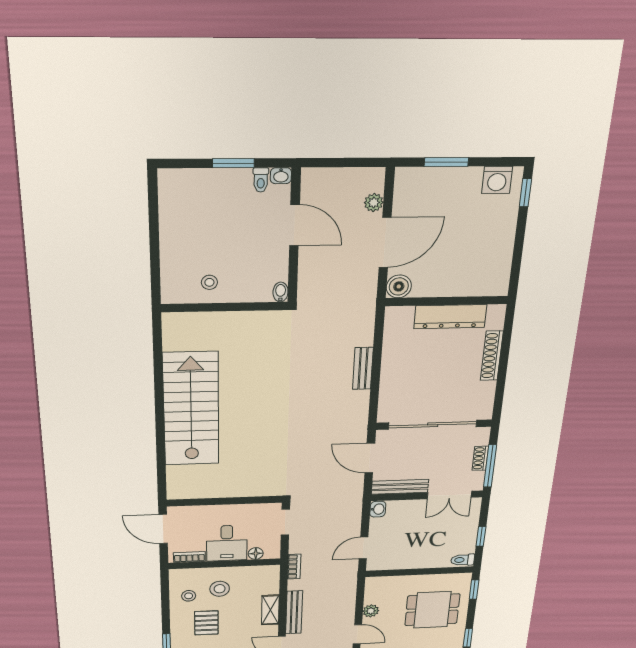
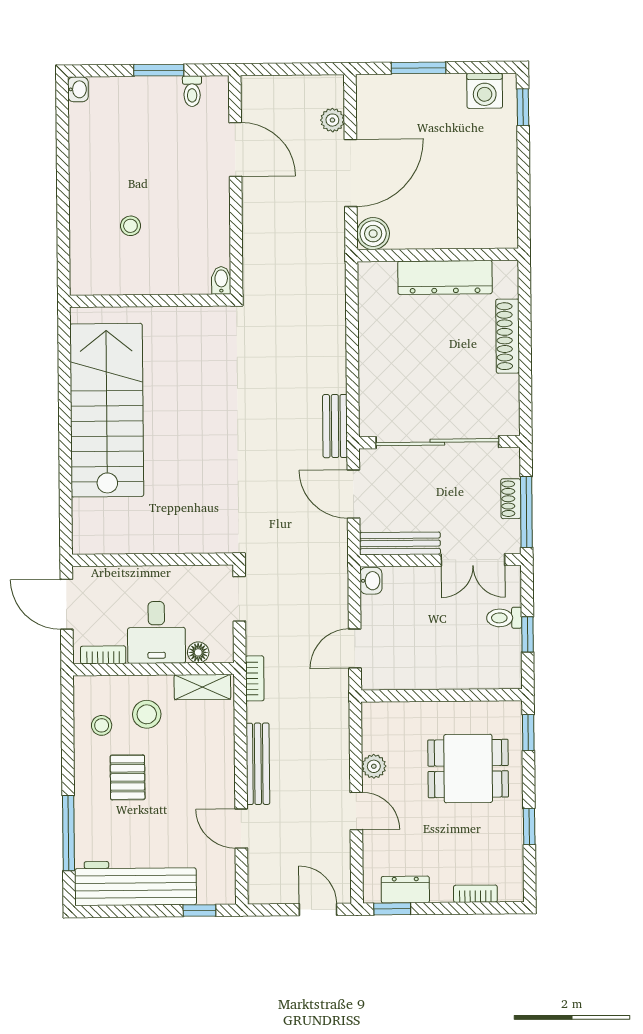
washbasin: (281, 176) -> (78, 89), moved, turned -90
bidet: (281, 292) -> (221, 280), moved
wall: (225, 307) -> (150, 301), moved
bench: (363, 368) -> (335, 426), moved
toilet: (463, 560) -> (504, 618), moved
shelving: (270, 610) -> (202, 687), moved, turned 90

